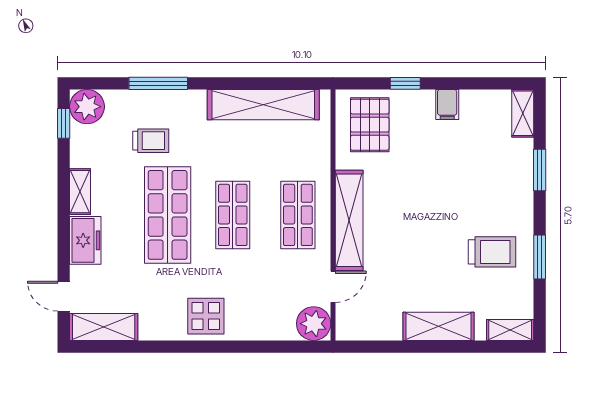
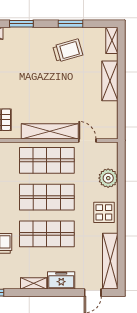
shop shelf: (233, 215) -> (47, 197), width x1.43, depth x1.36
shop shelf: (298, 215) -> (47, 160), width x1.43, depth x1.36
trolley: (492, 252) -> (68, 51), turned 74
plant: (314, 324) -> (108, 178), moved
shelving: (104, 327) -> (110, 261), width x1.47

